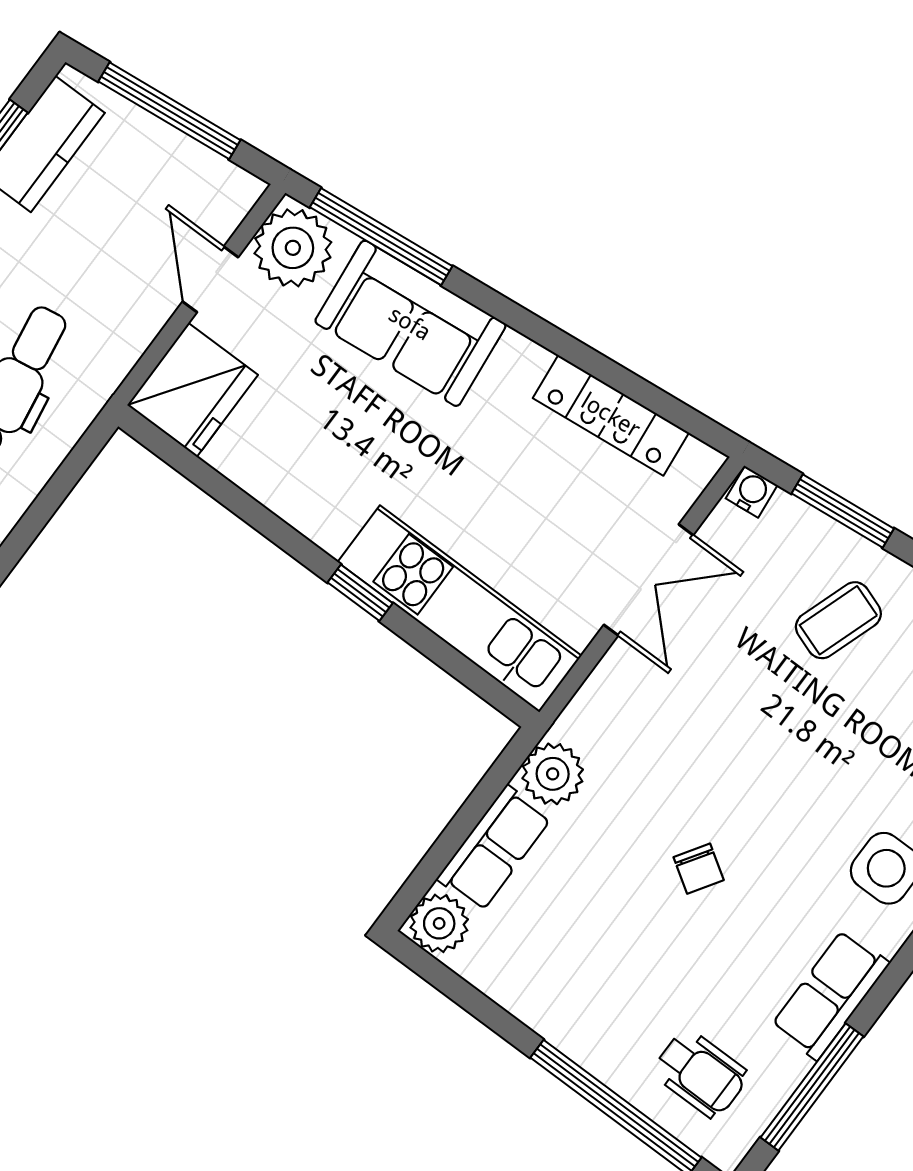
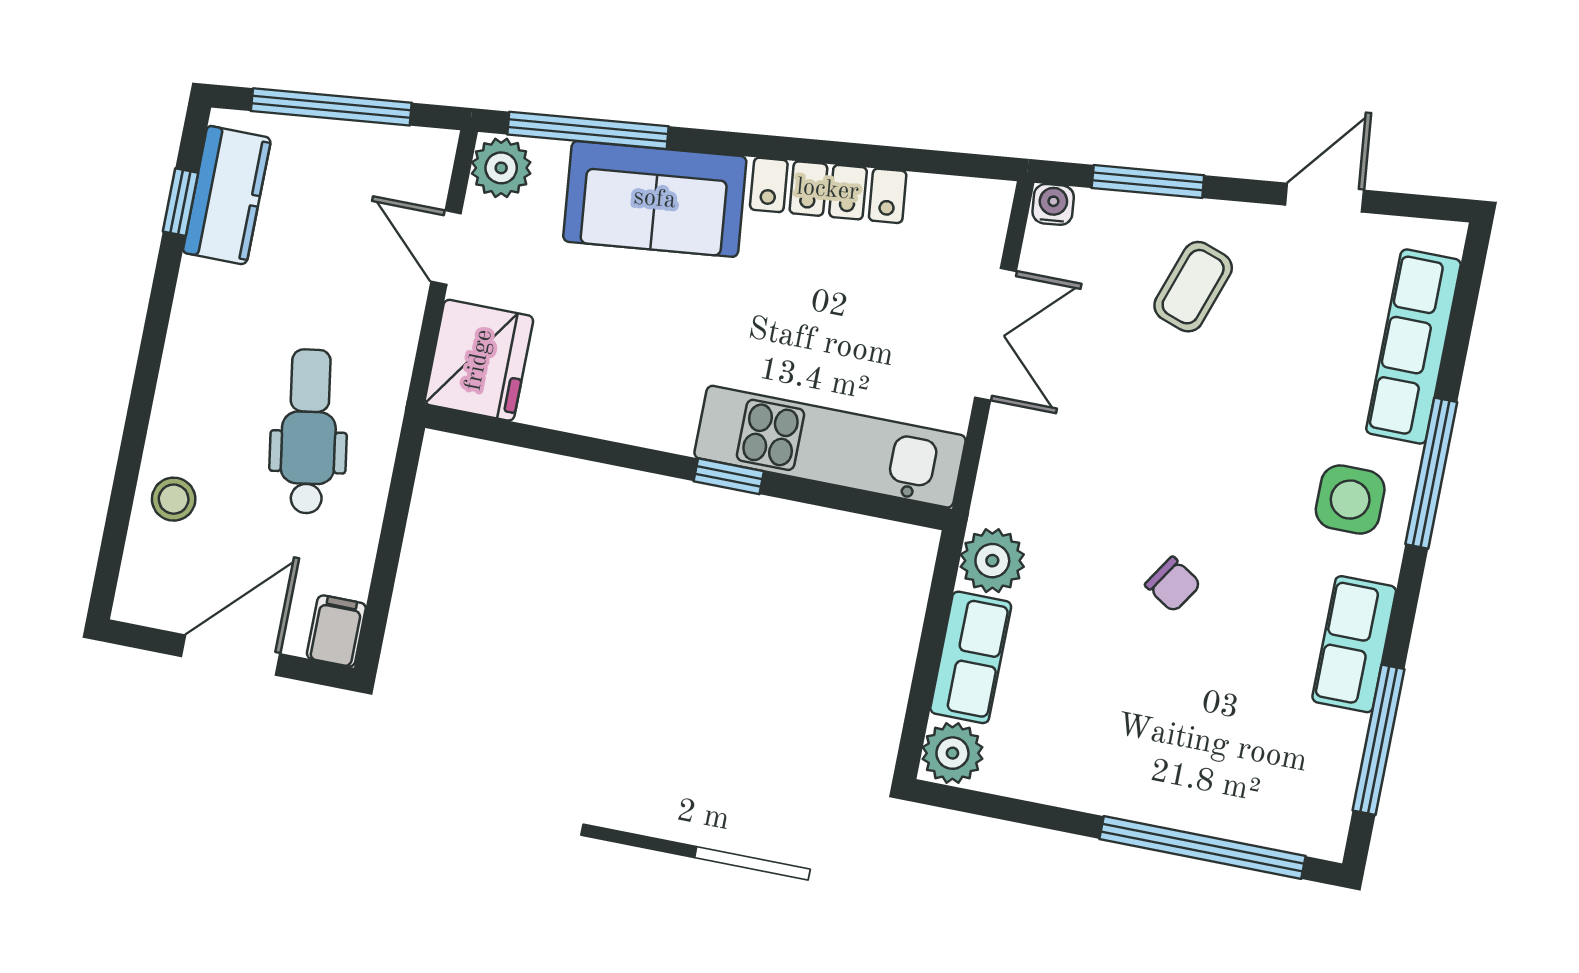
plant: (293, 248) -> (501, 168), width x0.73, depth x0.73
locker: (611, 415) -> (828, 190), moved
wheelchair: (700, 1074) -> (1267, 777), removed

